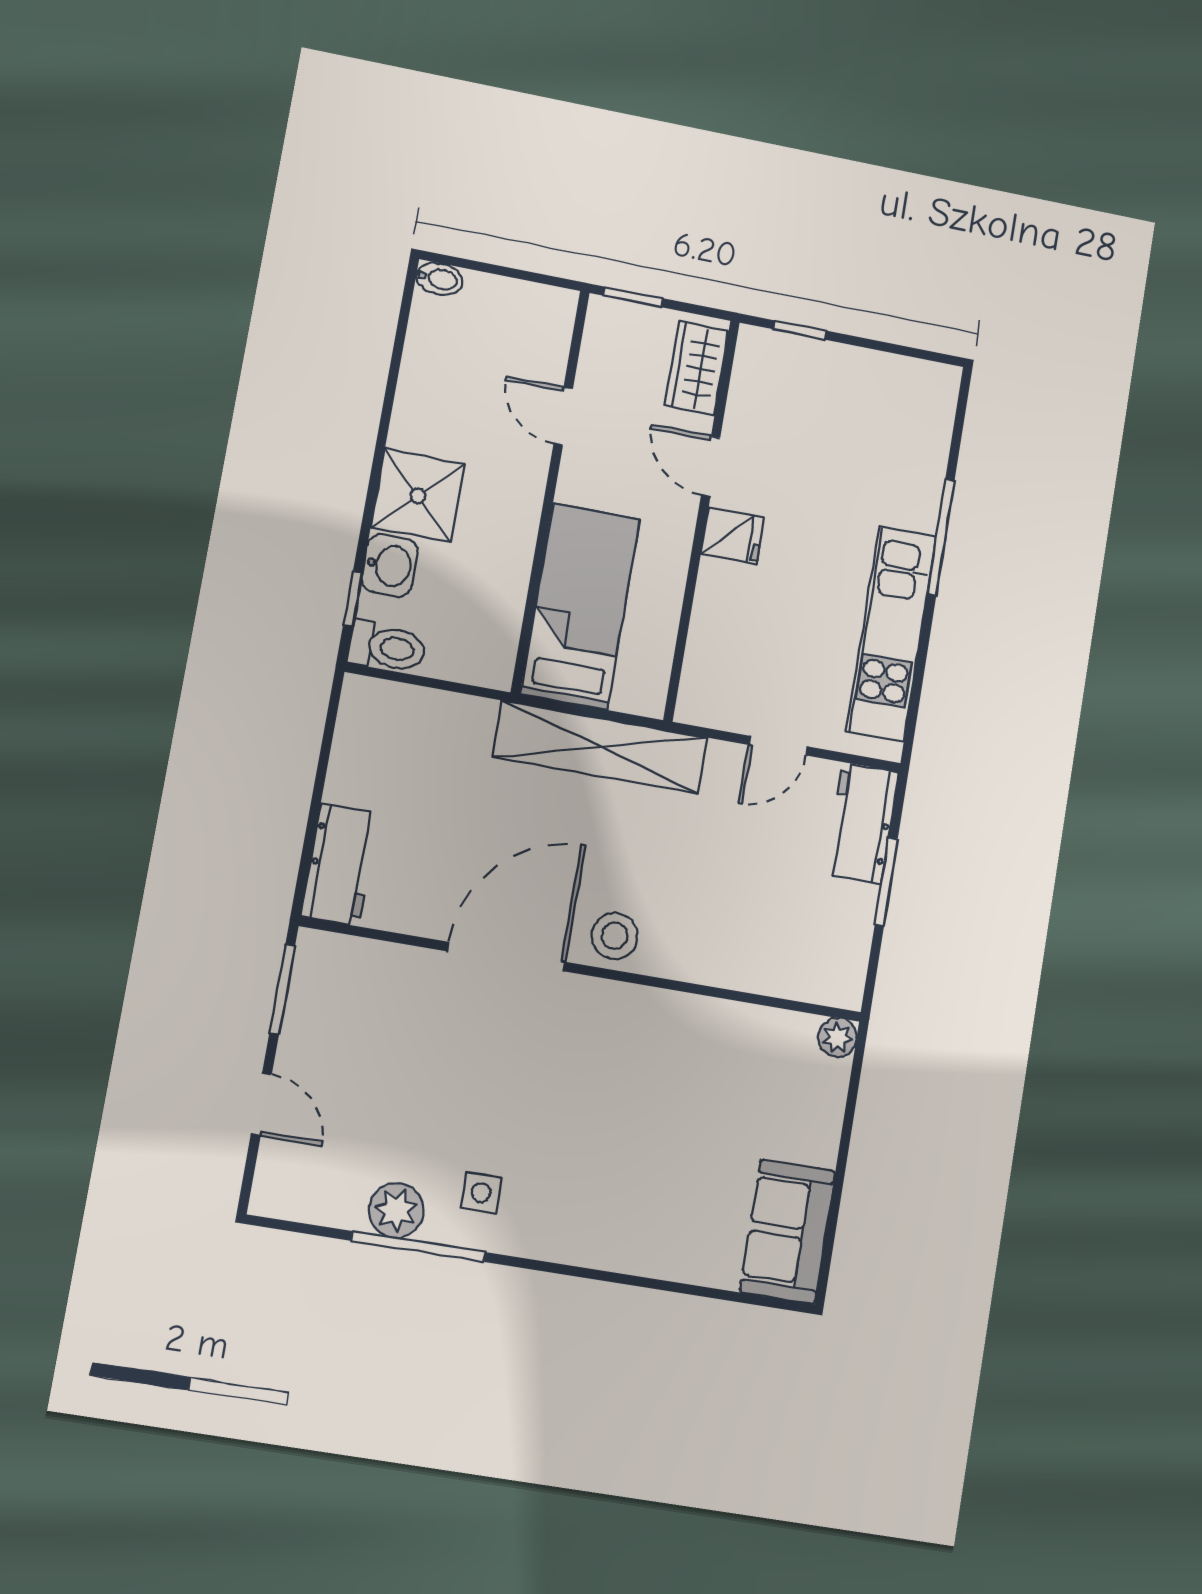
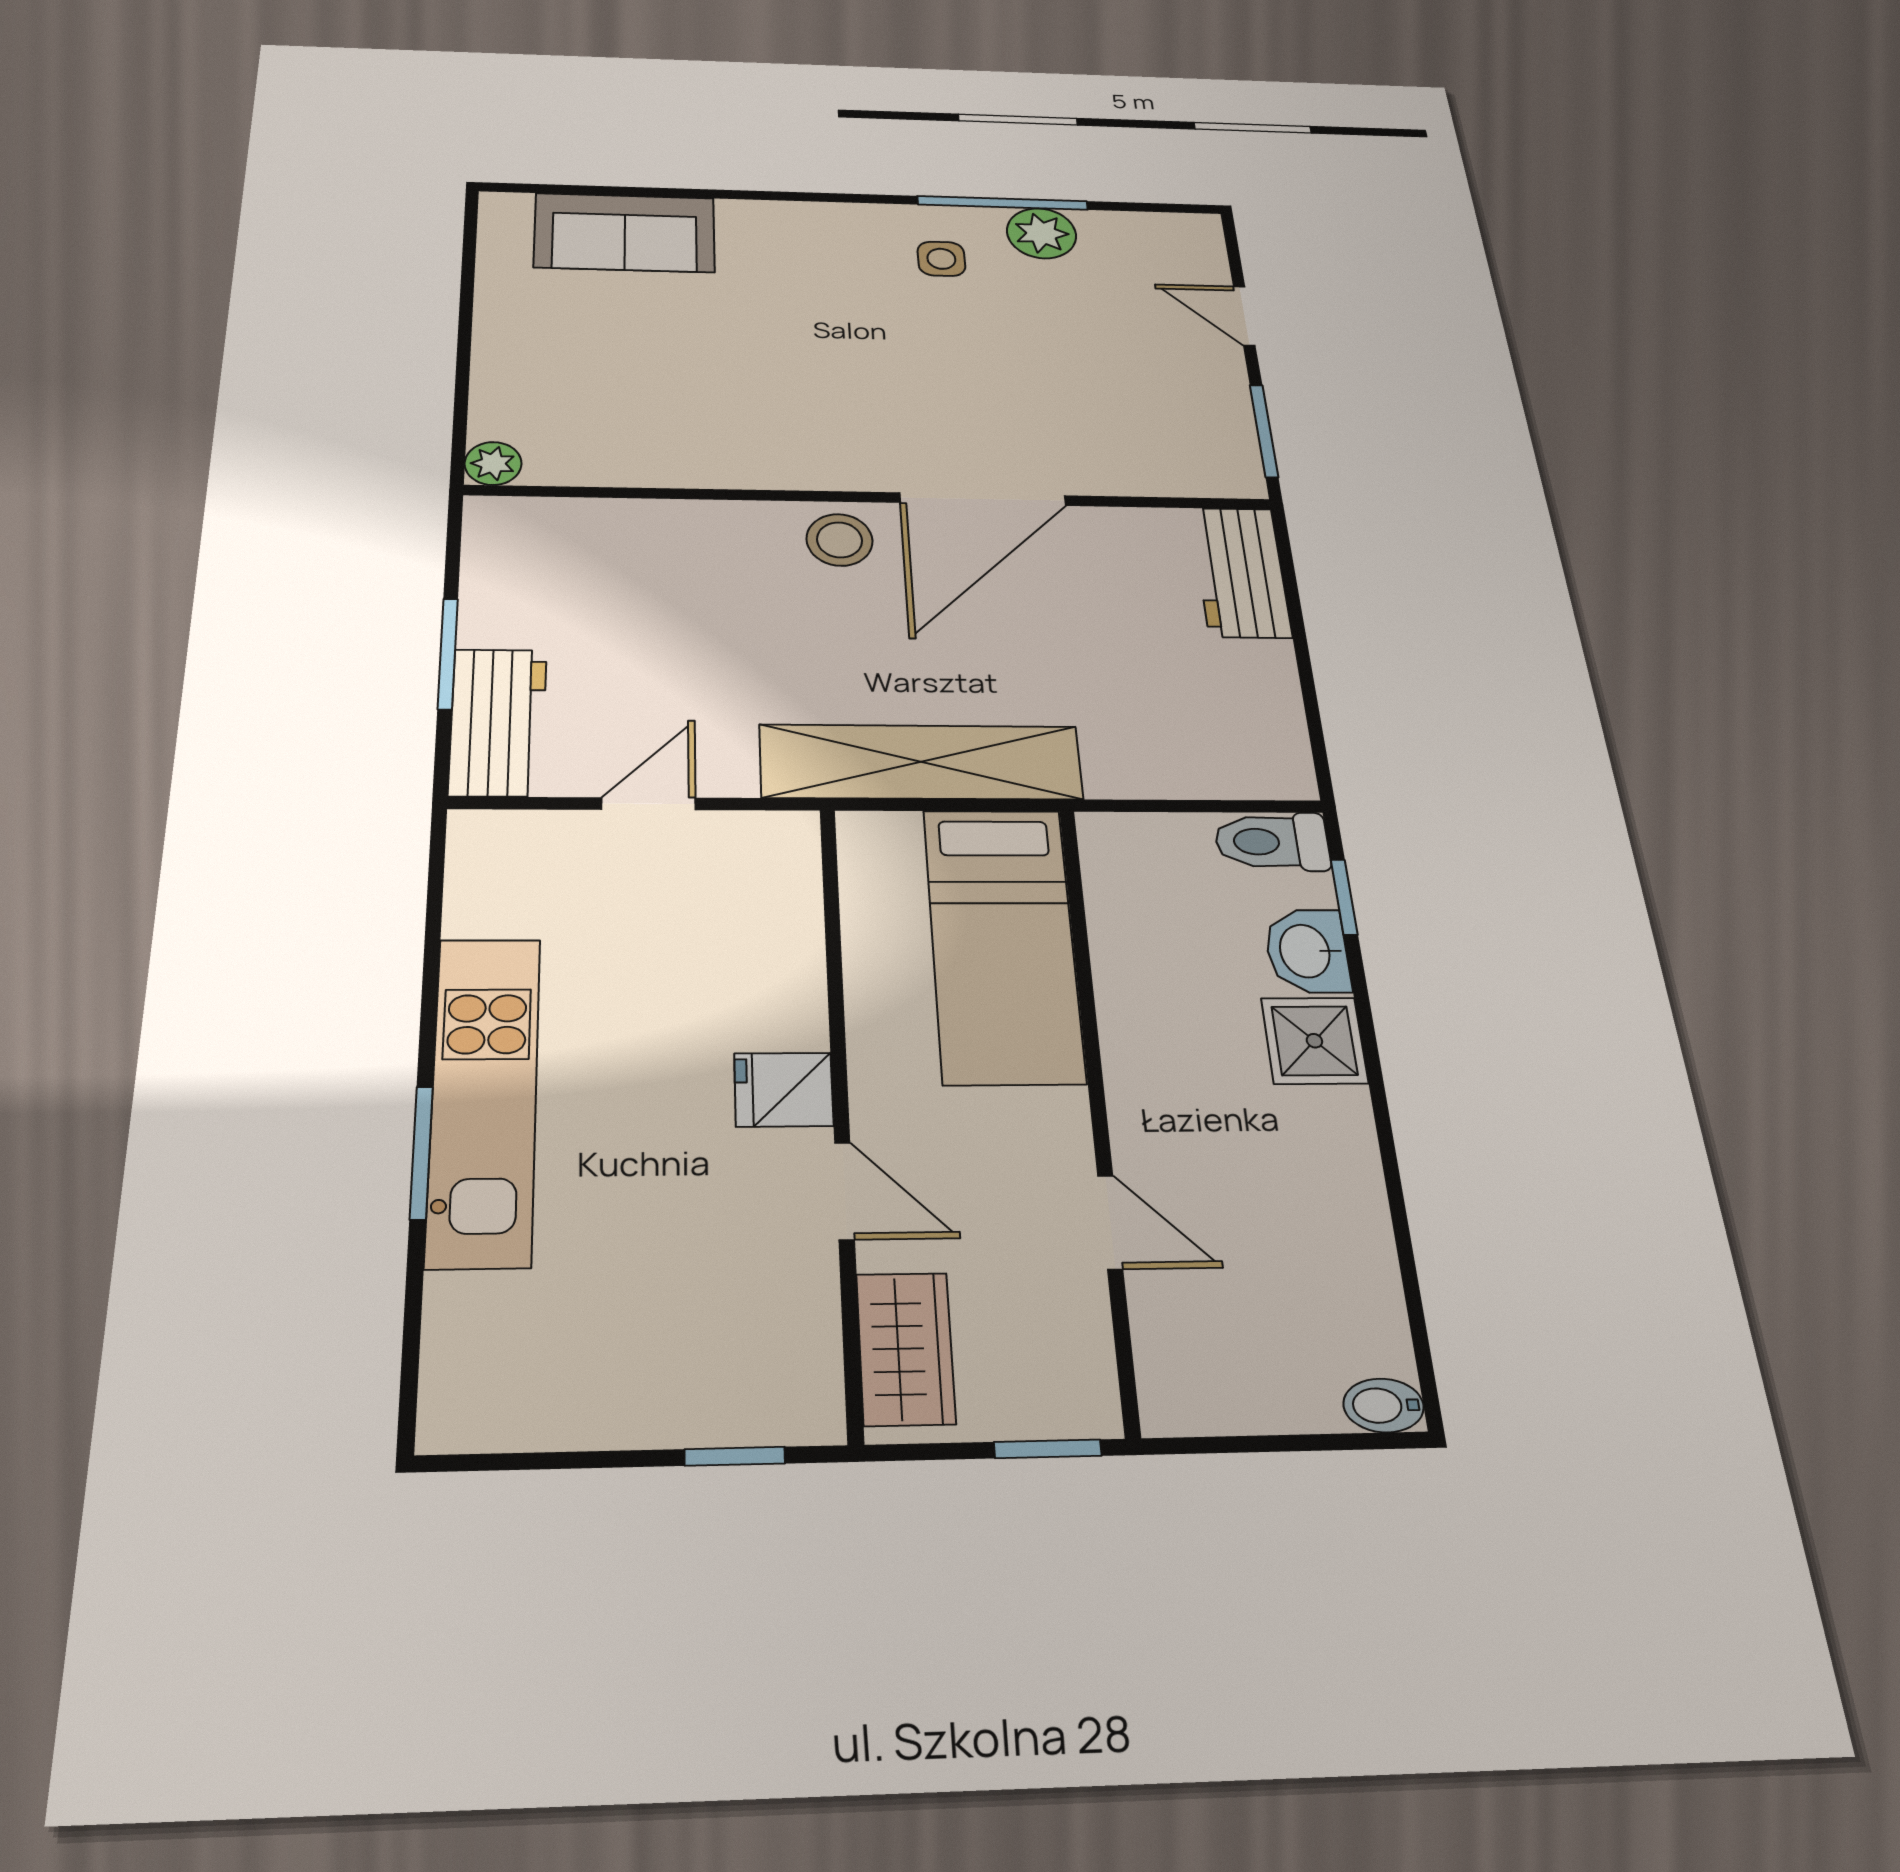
shower: (418, 496) -> (1314, 1041), width x0.73, depth x0.73
window: (941, 537) -> (421, 1152), width x0.69
kitchen unit: (891, 634) -> (484, 1098), moved
sofa: (788, 1232) -> (625, 233), moved, turned 90

